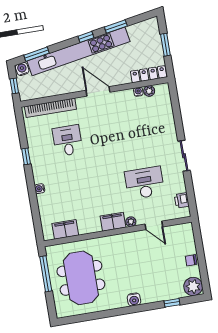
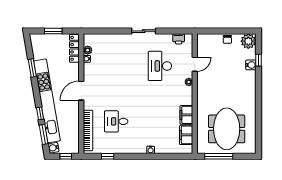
window: (86, 37) -> (40, 113), moved
window: (26, 156) -> (108, 156), moved
filing cabinet: (113, 222) -> (186, 115), moved
meeting table: (81, 278) -> (227, 129), turned 90
water cooler: (134, 299) -> (251, 65), moved

